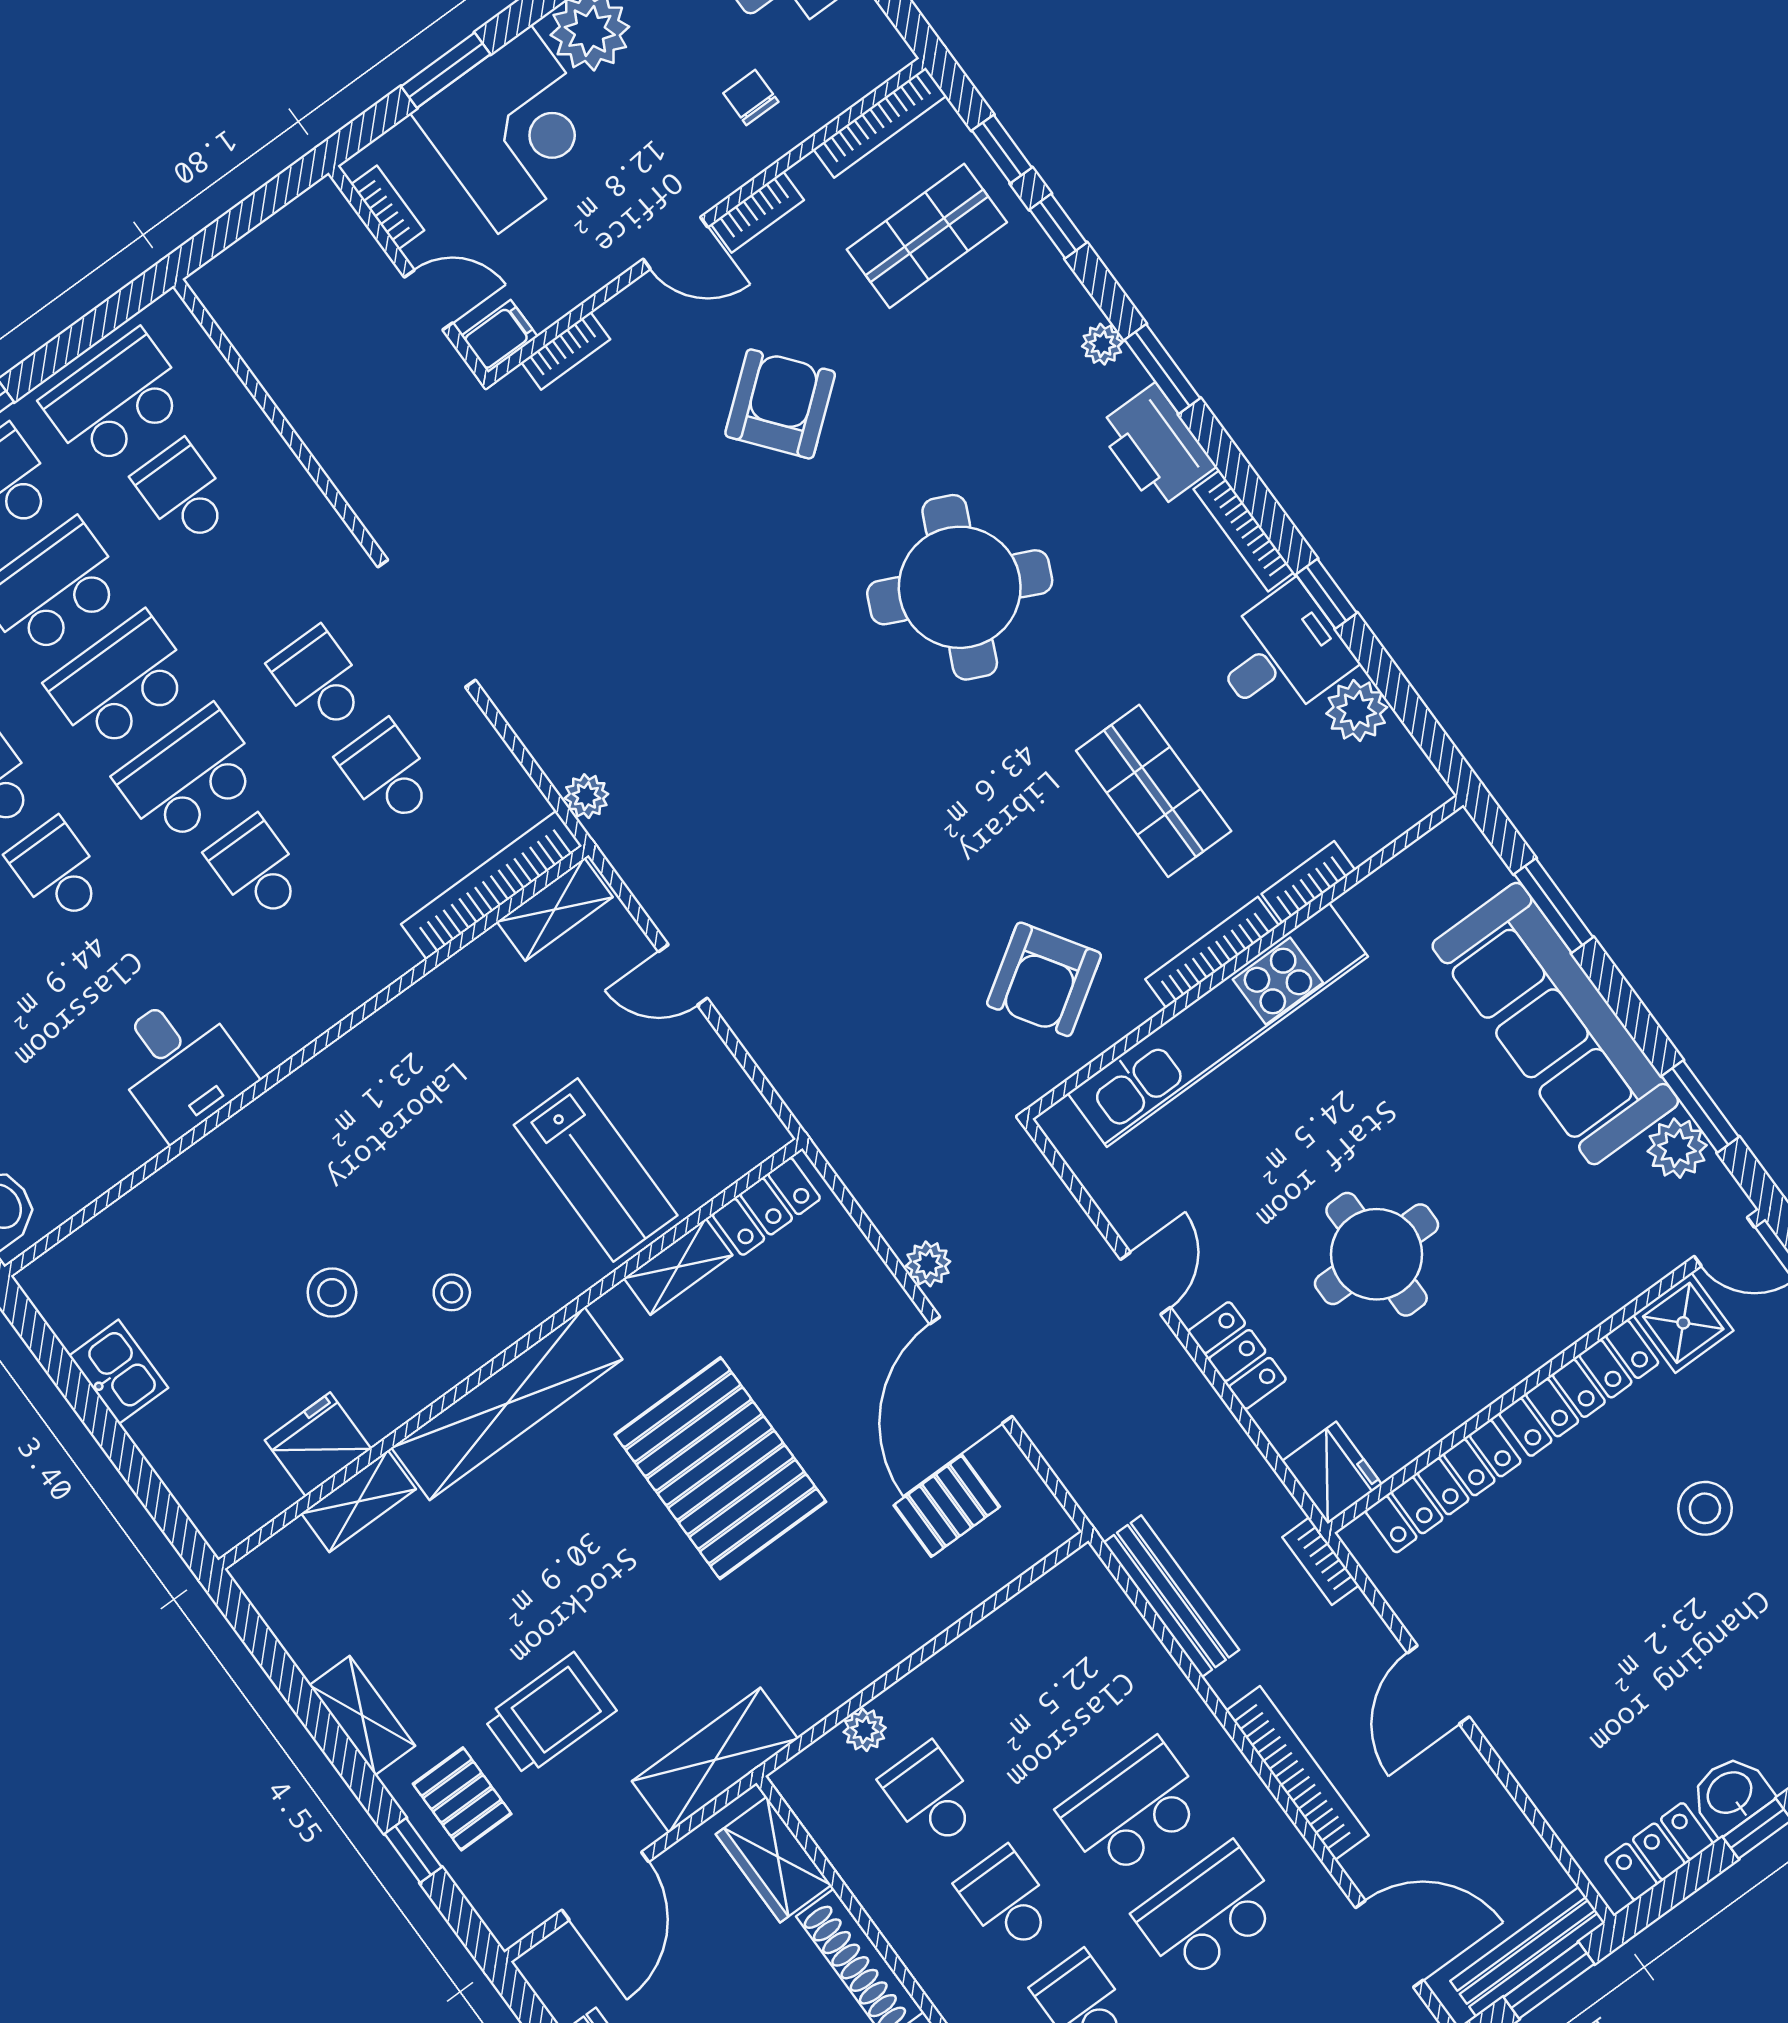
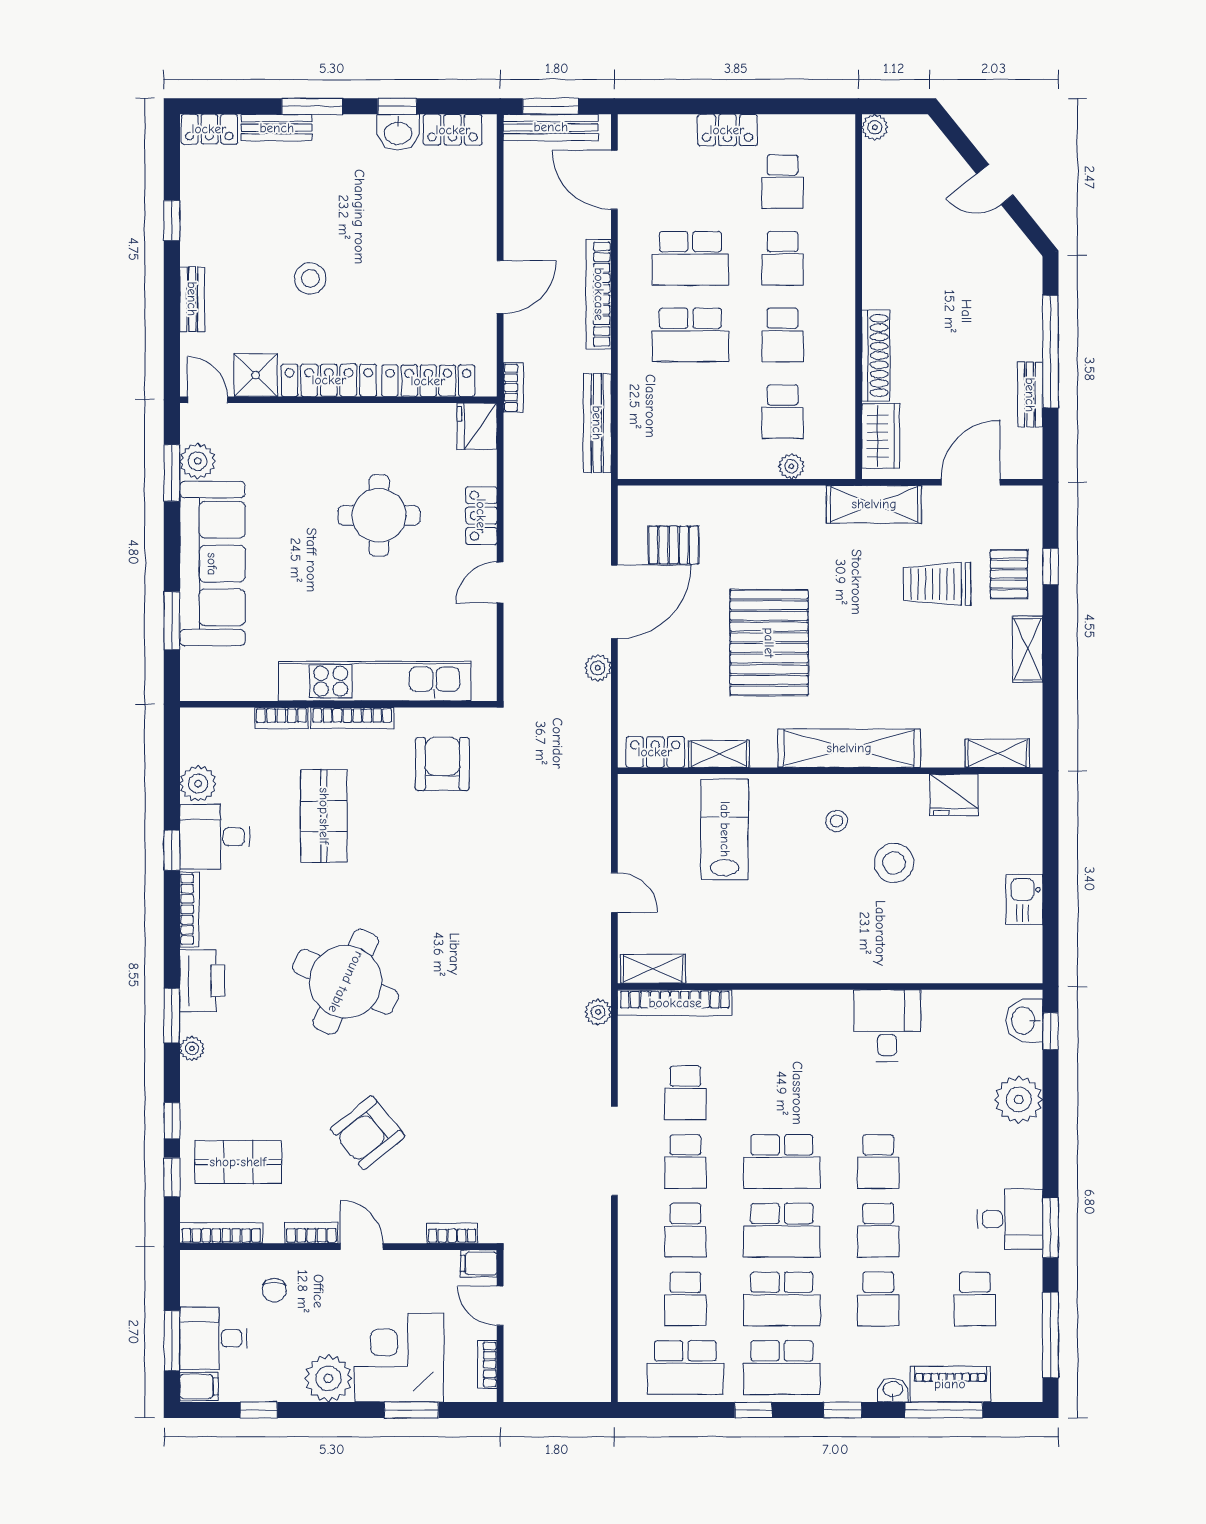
school desk: (257, 869) -> (685, 1230), moved
armchair: (1044, 979) -> (442, 764), turned -57
stool: (332, 1293) -> (894, 863), width x1.38, depth x1.38
shelving: (359, 1501) -> (997, 753), moved

